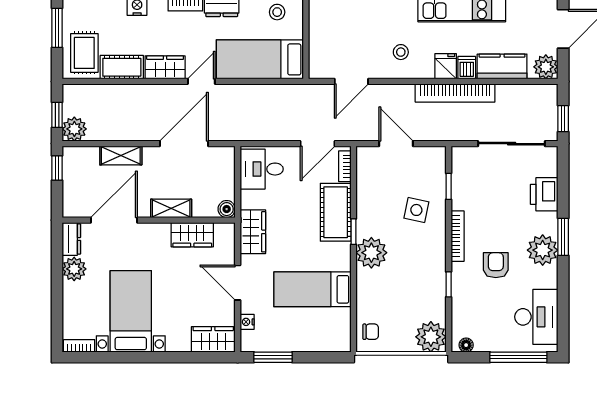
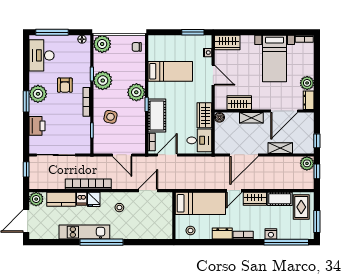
wardrobe: (253, 232) -> (204, 115), moved
plant: (430, 273) -> (103, 81), added

